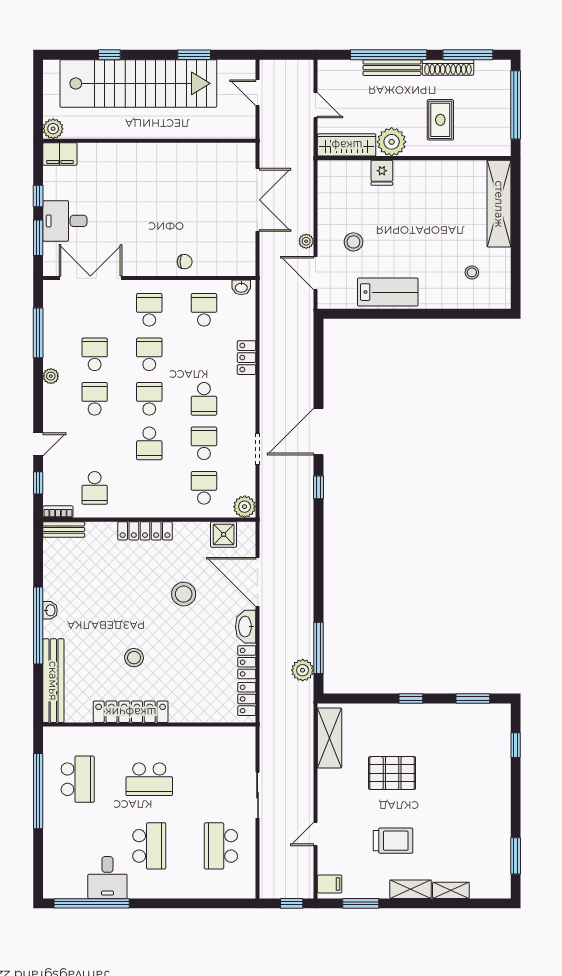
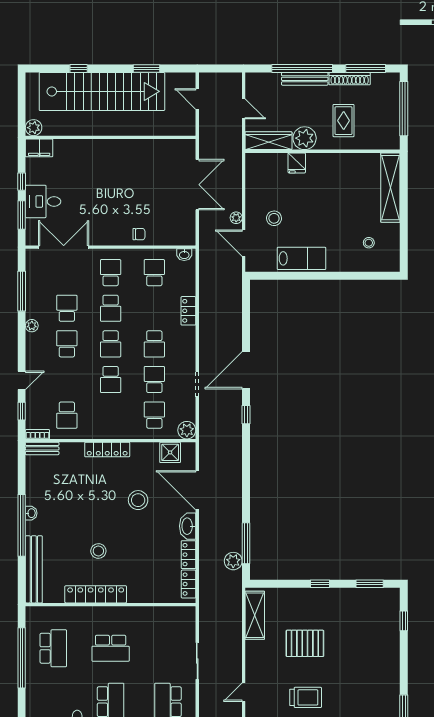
school desk: (149, 354) -> (111, 308), turned 180
school desk: (149, 399) -> (111, 344), turned 180

